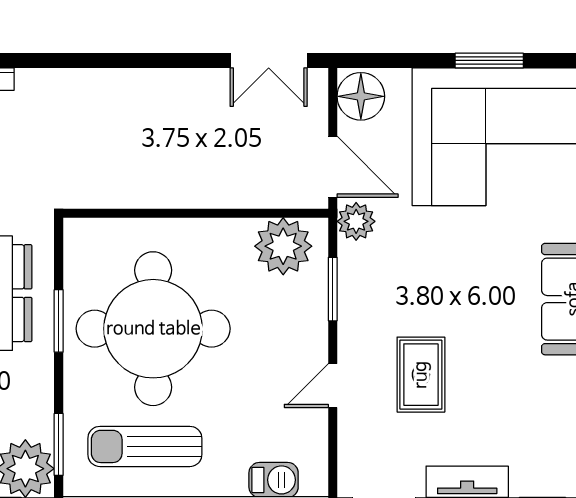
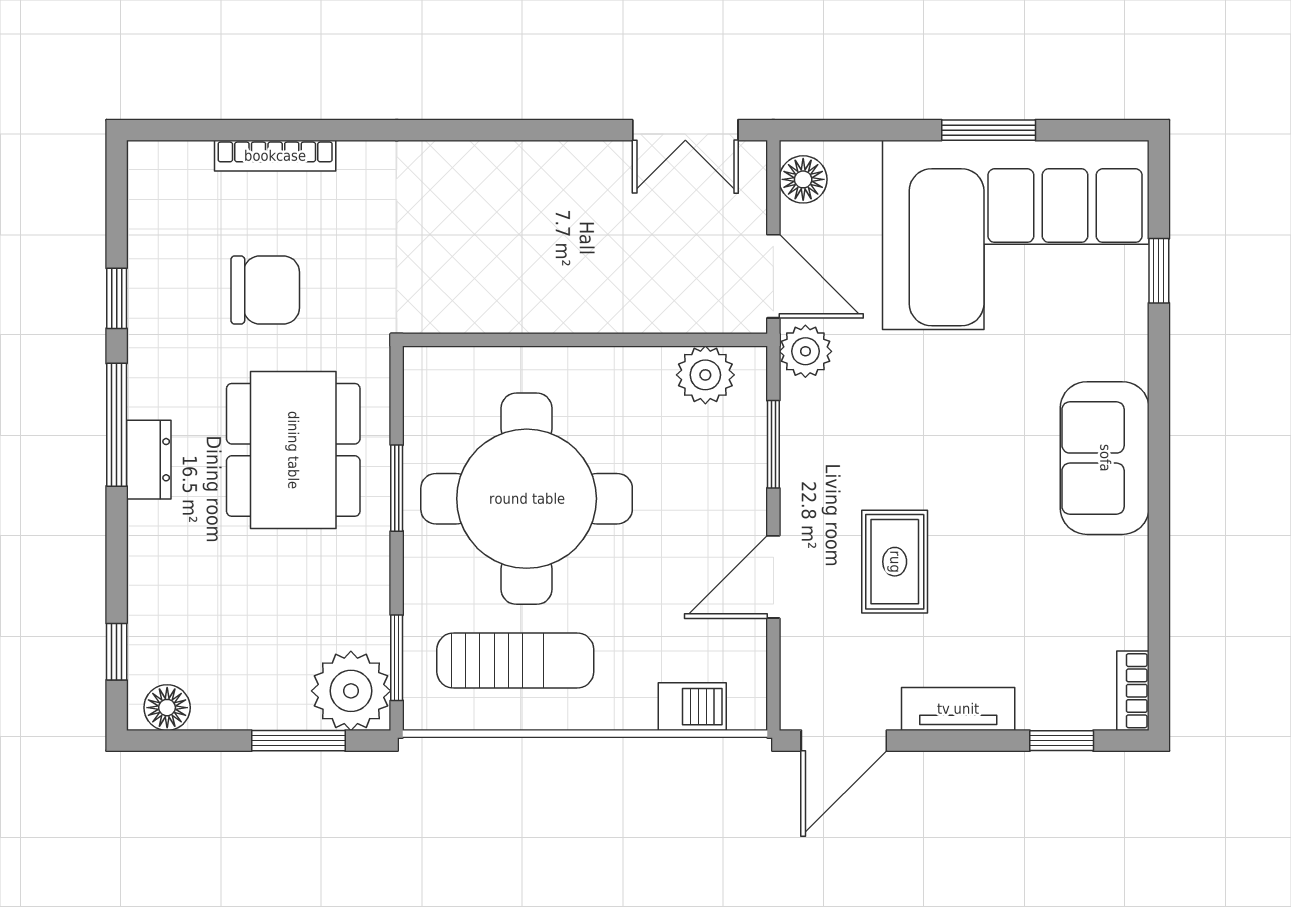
floor lamp: (361, 96) -> (803, 179), width x0.73, depth x0.73
plant: (283, 246) -> (705, 375), width x0.73, depth x0.73
door: (333, 386) -> (773, 577), width x1.37
sun lounger: (145, 446) -> (515, 661), turned 180

